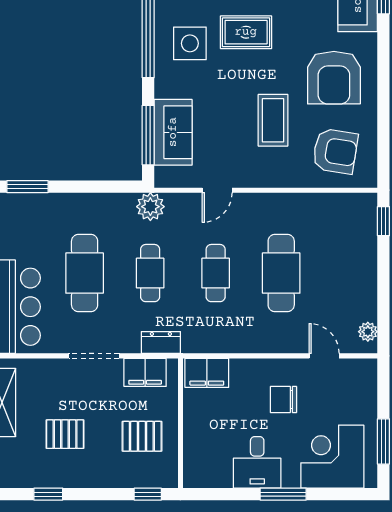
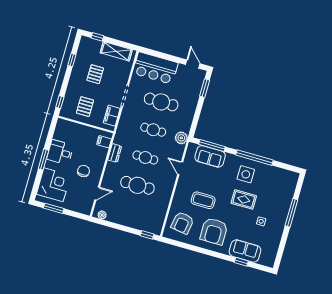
rug: (246, 32) -> (244, 199), turned 90
armchair: (334, 78) -> (214, 231), turned -90
dresser: (161, 342) -> (115, 153), moved
filing cabinet: (207, 373) -> (104, 142), width x0.50

